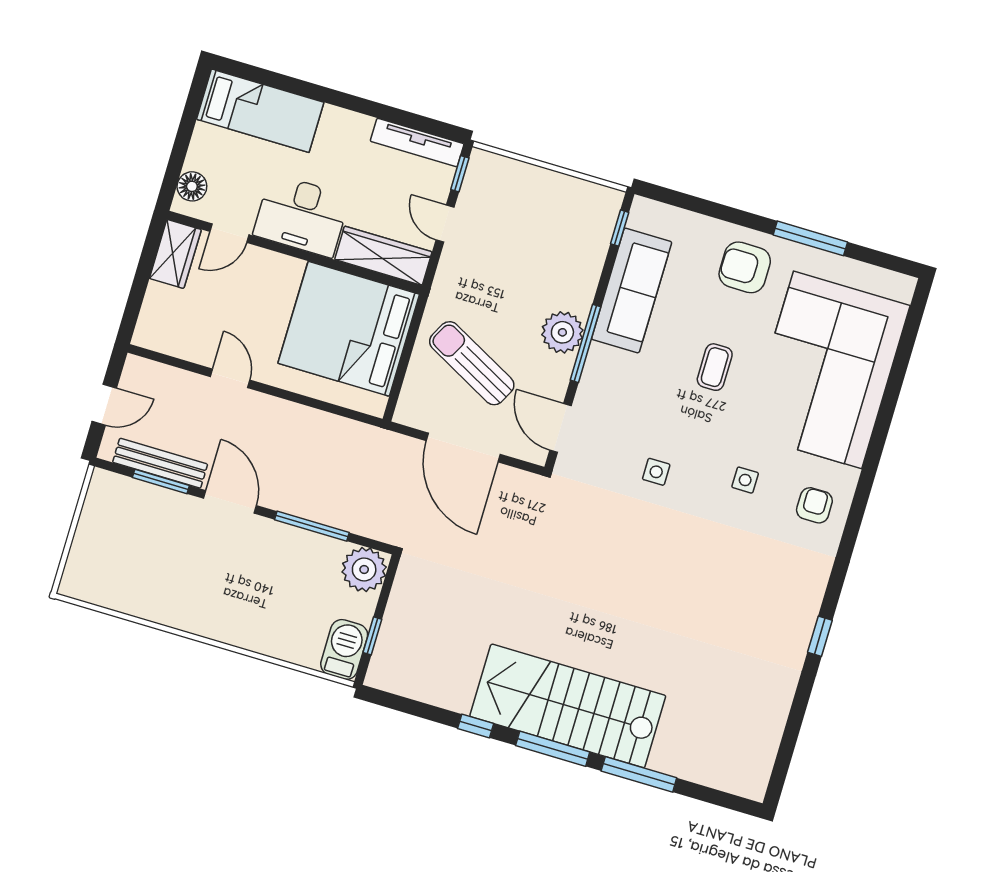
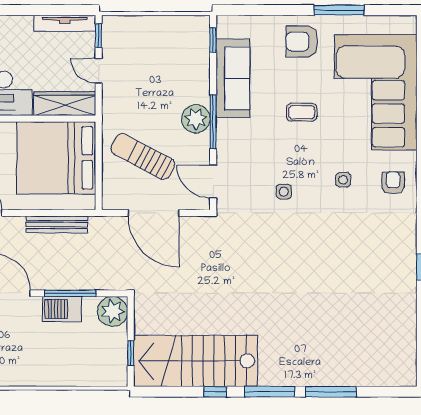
coffee table: (715, 367) -> (302, 112), turned 90
bench: (322, 423) -> (57, 225), added
barbecue: (344, 649) -> (62, 309), moved, turned -90
stairs: (568, 706) -> (195, 361), moved

